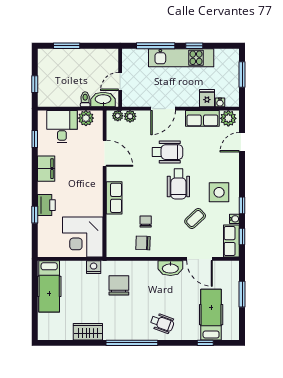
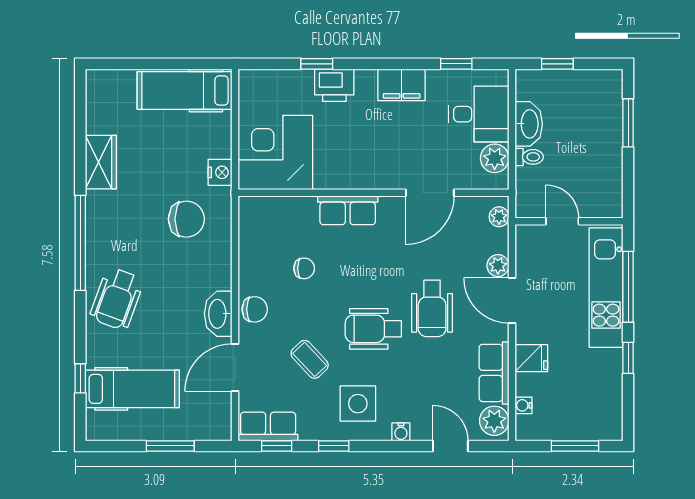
kitchen unit: (181, 58) -> (606, 288), moved
fridge: (207, 98) -> (531, 358), moved
washbasin: (103, 100) -> (529, 124), moved
plant: (130, 116) -> (498, 266), moved
water cooler: (234, 219) -> (401, 432), moved
chair: (143, 243) -> (255, 309), moved, turned 88
wheelchair: (162, 323) -> (117, 299), width x1.36, depth x1.37

